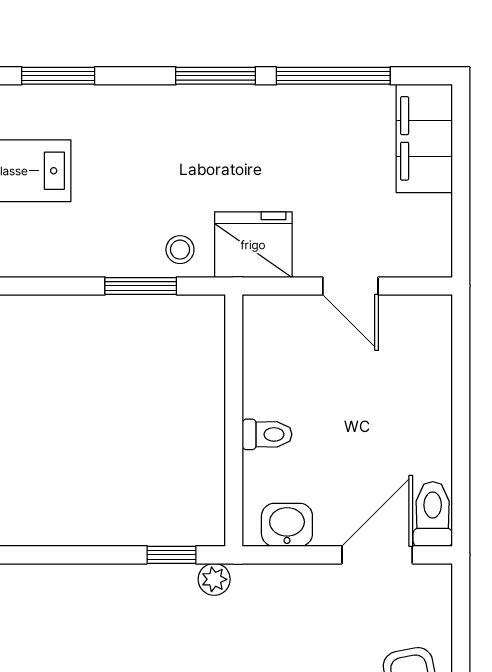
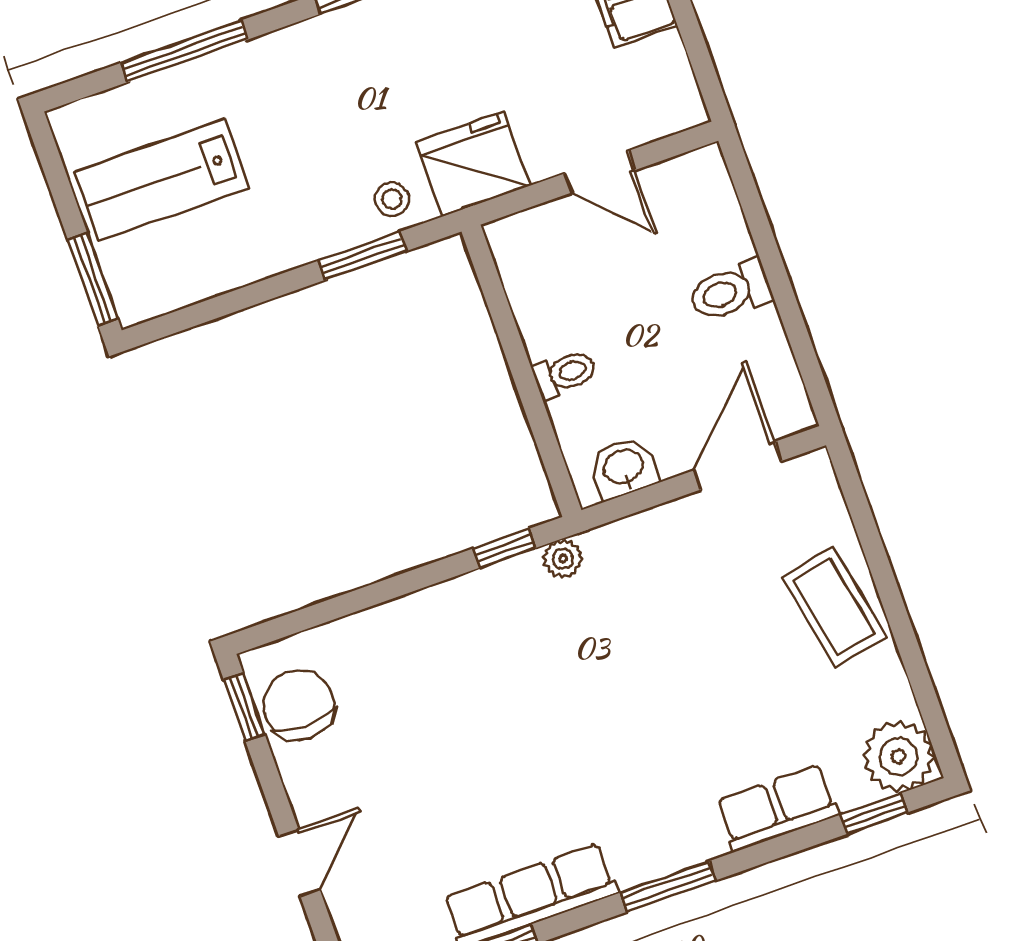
window: (58, 76) -> (184, 51), width x1.44
toilet: (433, 514) -> (730, 291), moved, turned -90

